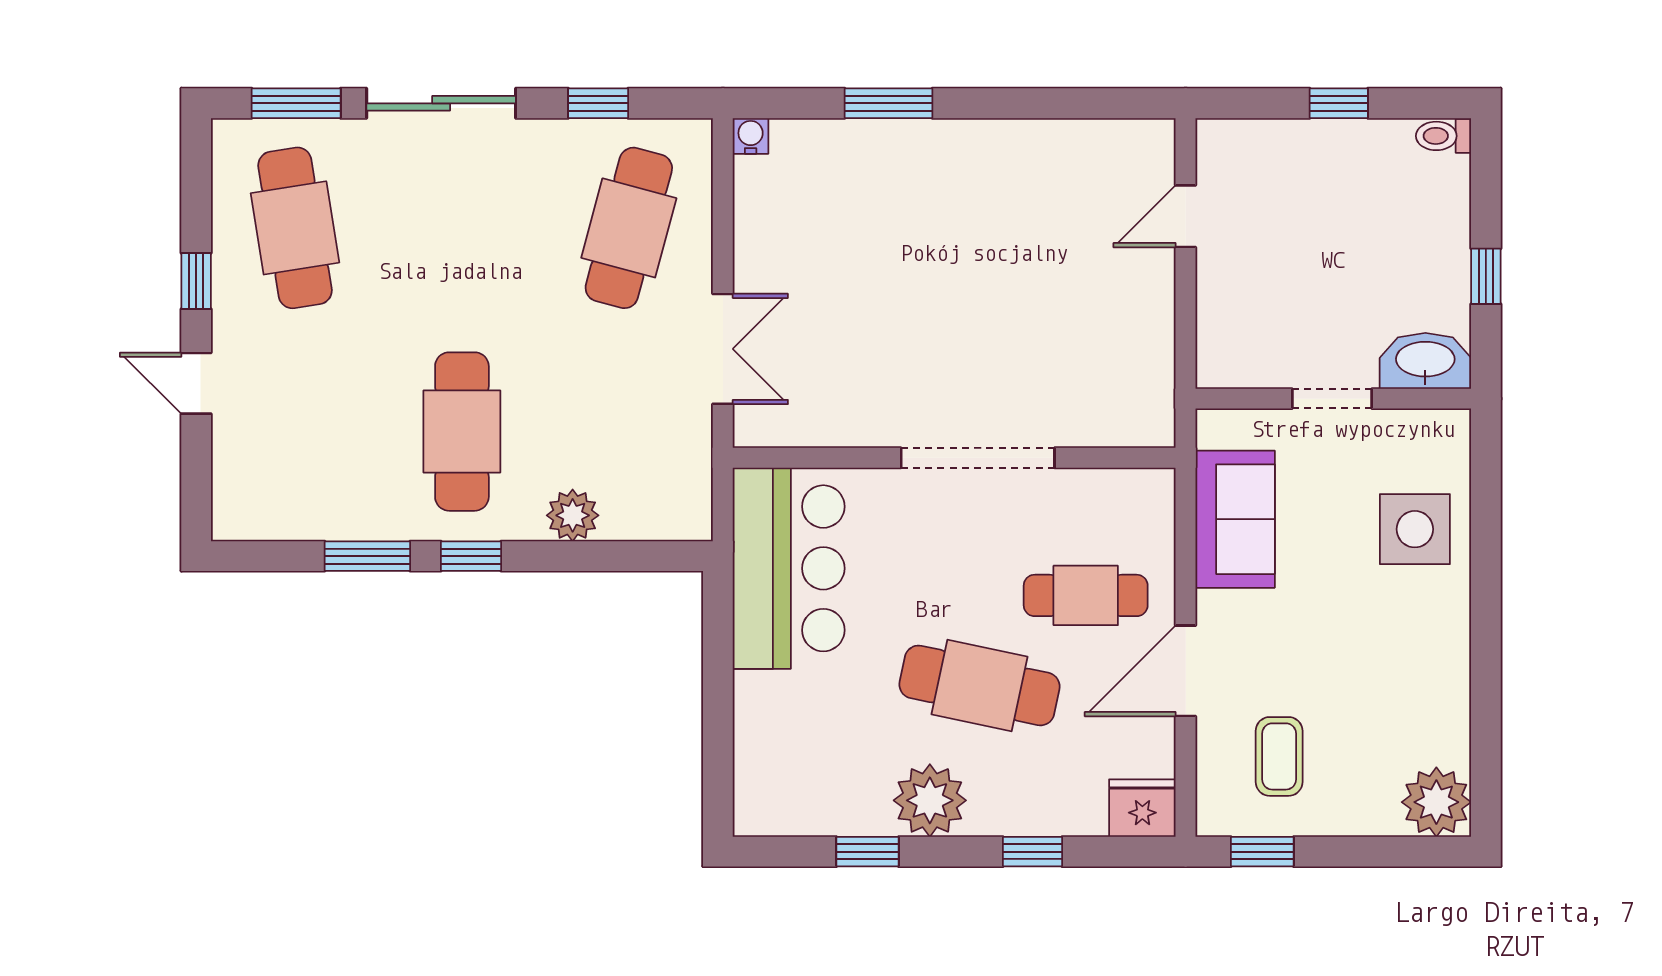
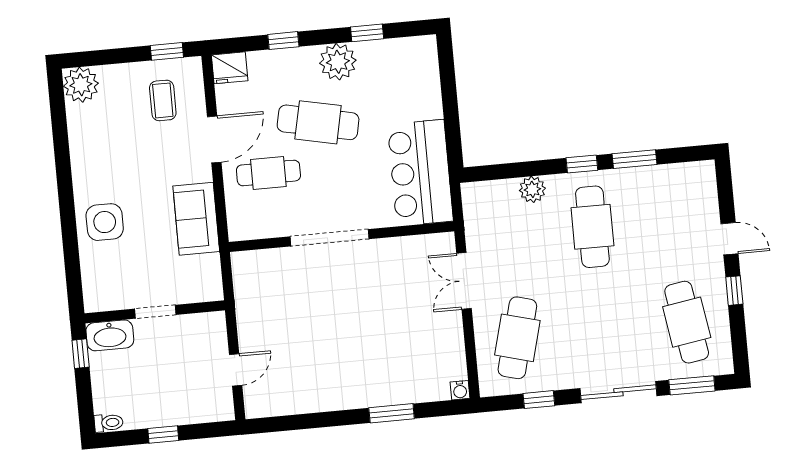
washbasin: (1425, 361) -> (110, 335), moved
doorway: (1332, 399) -> (155, 312), moved
wall: (1333, 399) -> (155, 312), moved

